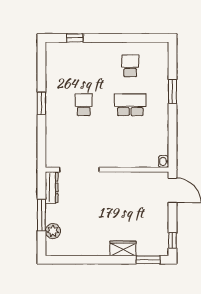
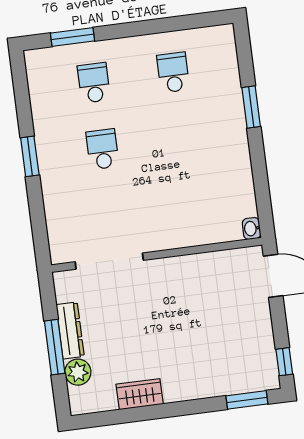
window: (75, 38) -> (73, 37), width x1.50
school desk: (130, 105) -> (94, 83), moved, width x0.54
dresser: (52, 187) -> (70, 330), moved
wardrobe: (123, 248) -> (140, 394), moved

